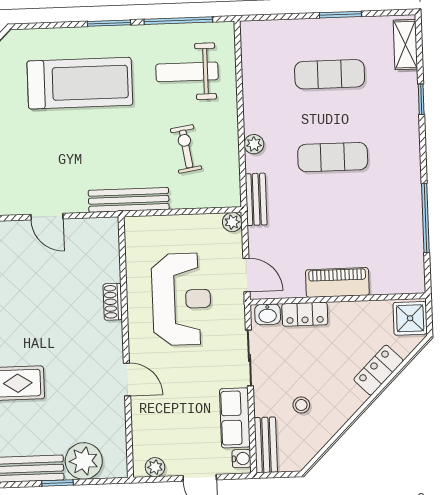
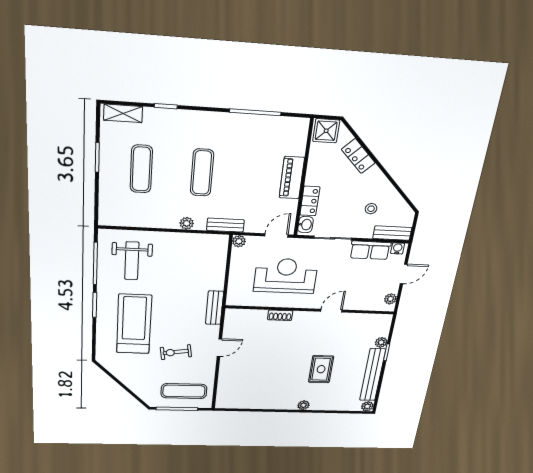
exercise bike: (186, 149) -> (176, 352), moved
bench: (129, 200) -> (214, 308), width x0.73
plant: (84, 461) -> (381, 342), width x0.53, depth x0.53

